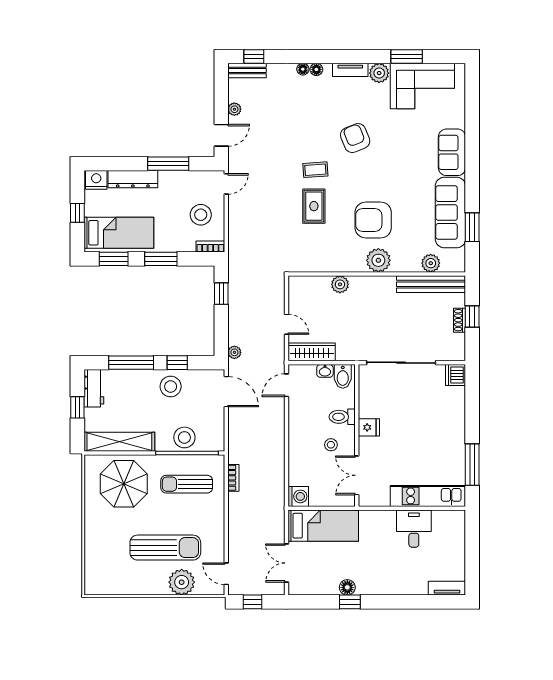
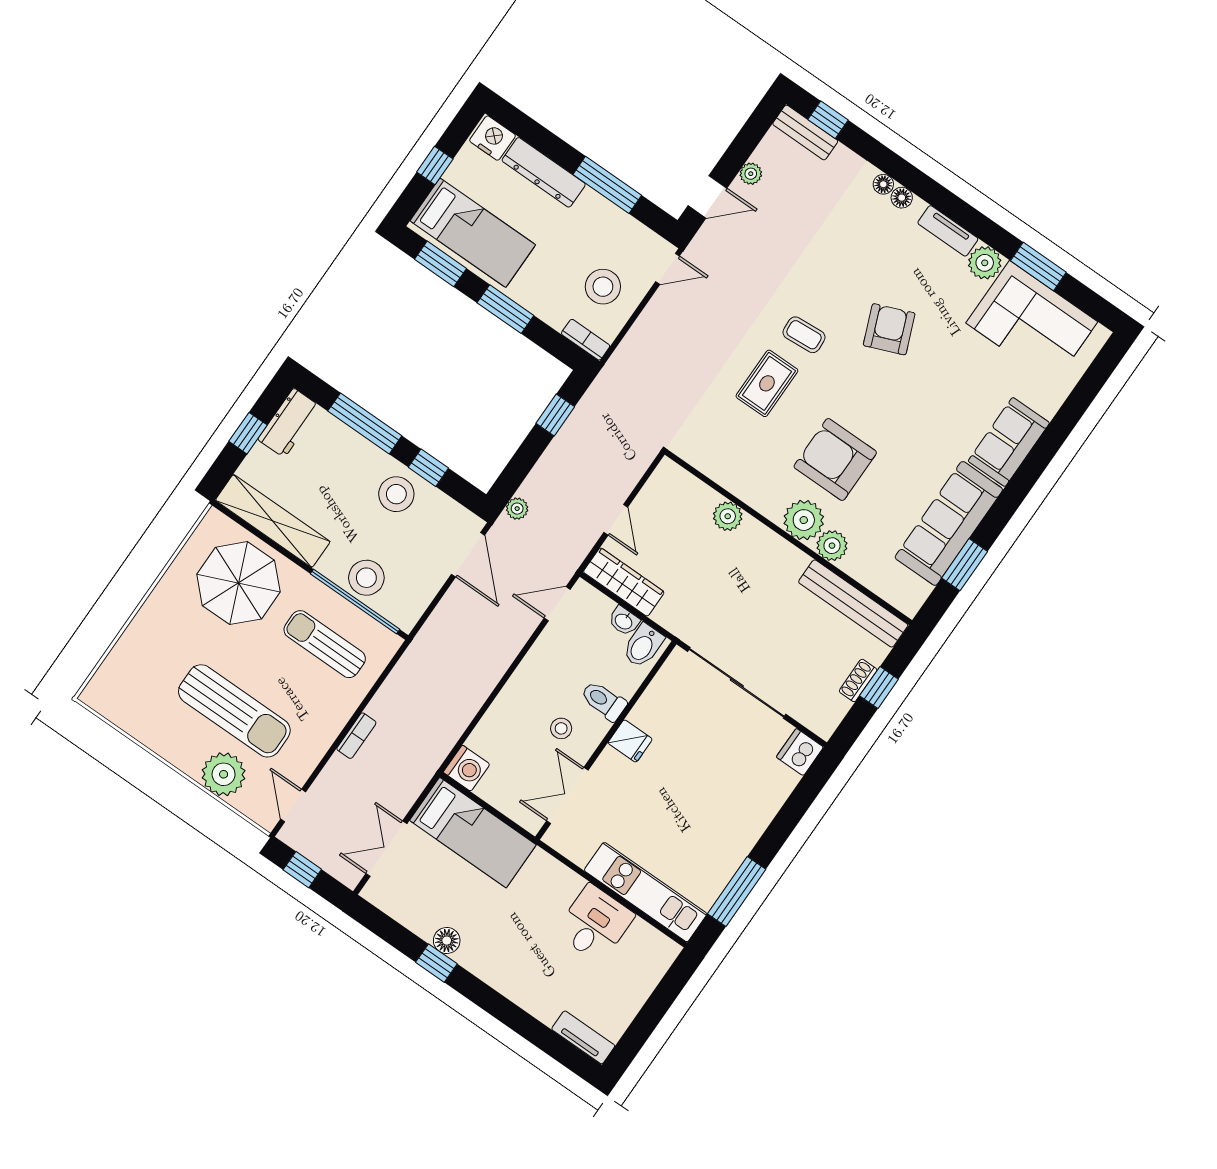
plant: (431, 263) -> (832, 546), moved
bookcase: (233, 478) -> (356, 736), moved

